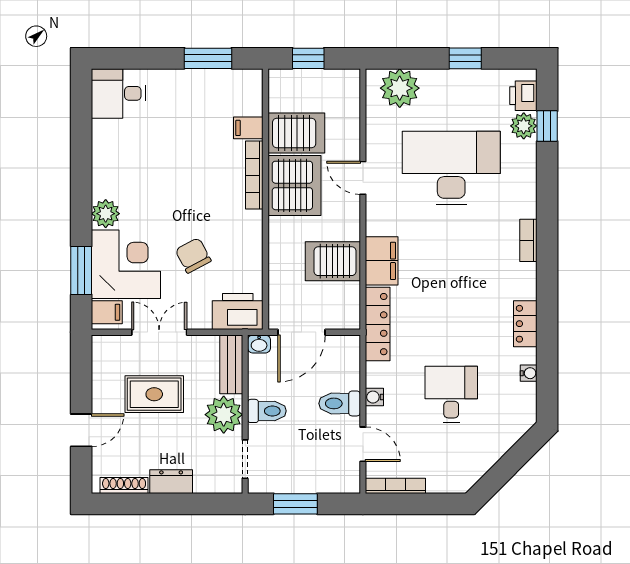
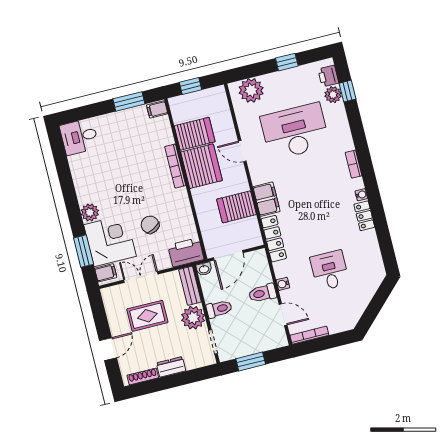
filing cabinet: (248, 128) -> (157, 109), moved
water cooler: (529, 373) -> (361, 195), moved

